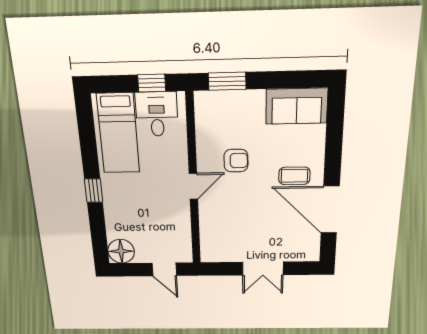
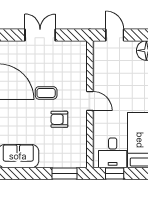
coffee table: (294, 176) -> (46, 93), moved
door: (193, 186) -> (90, 101), swing flipped

